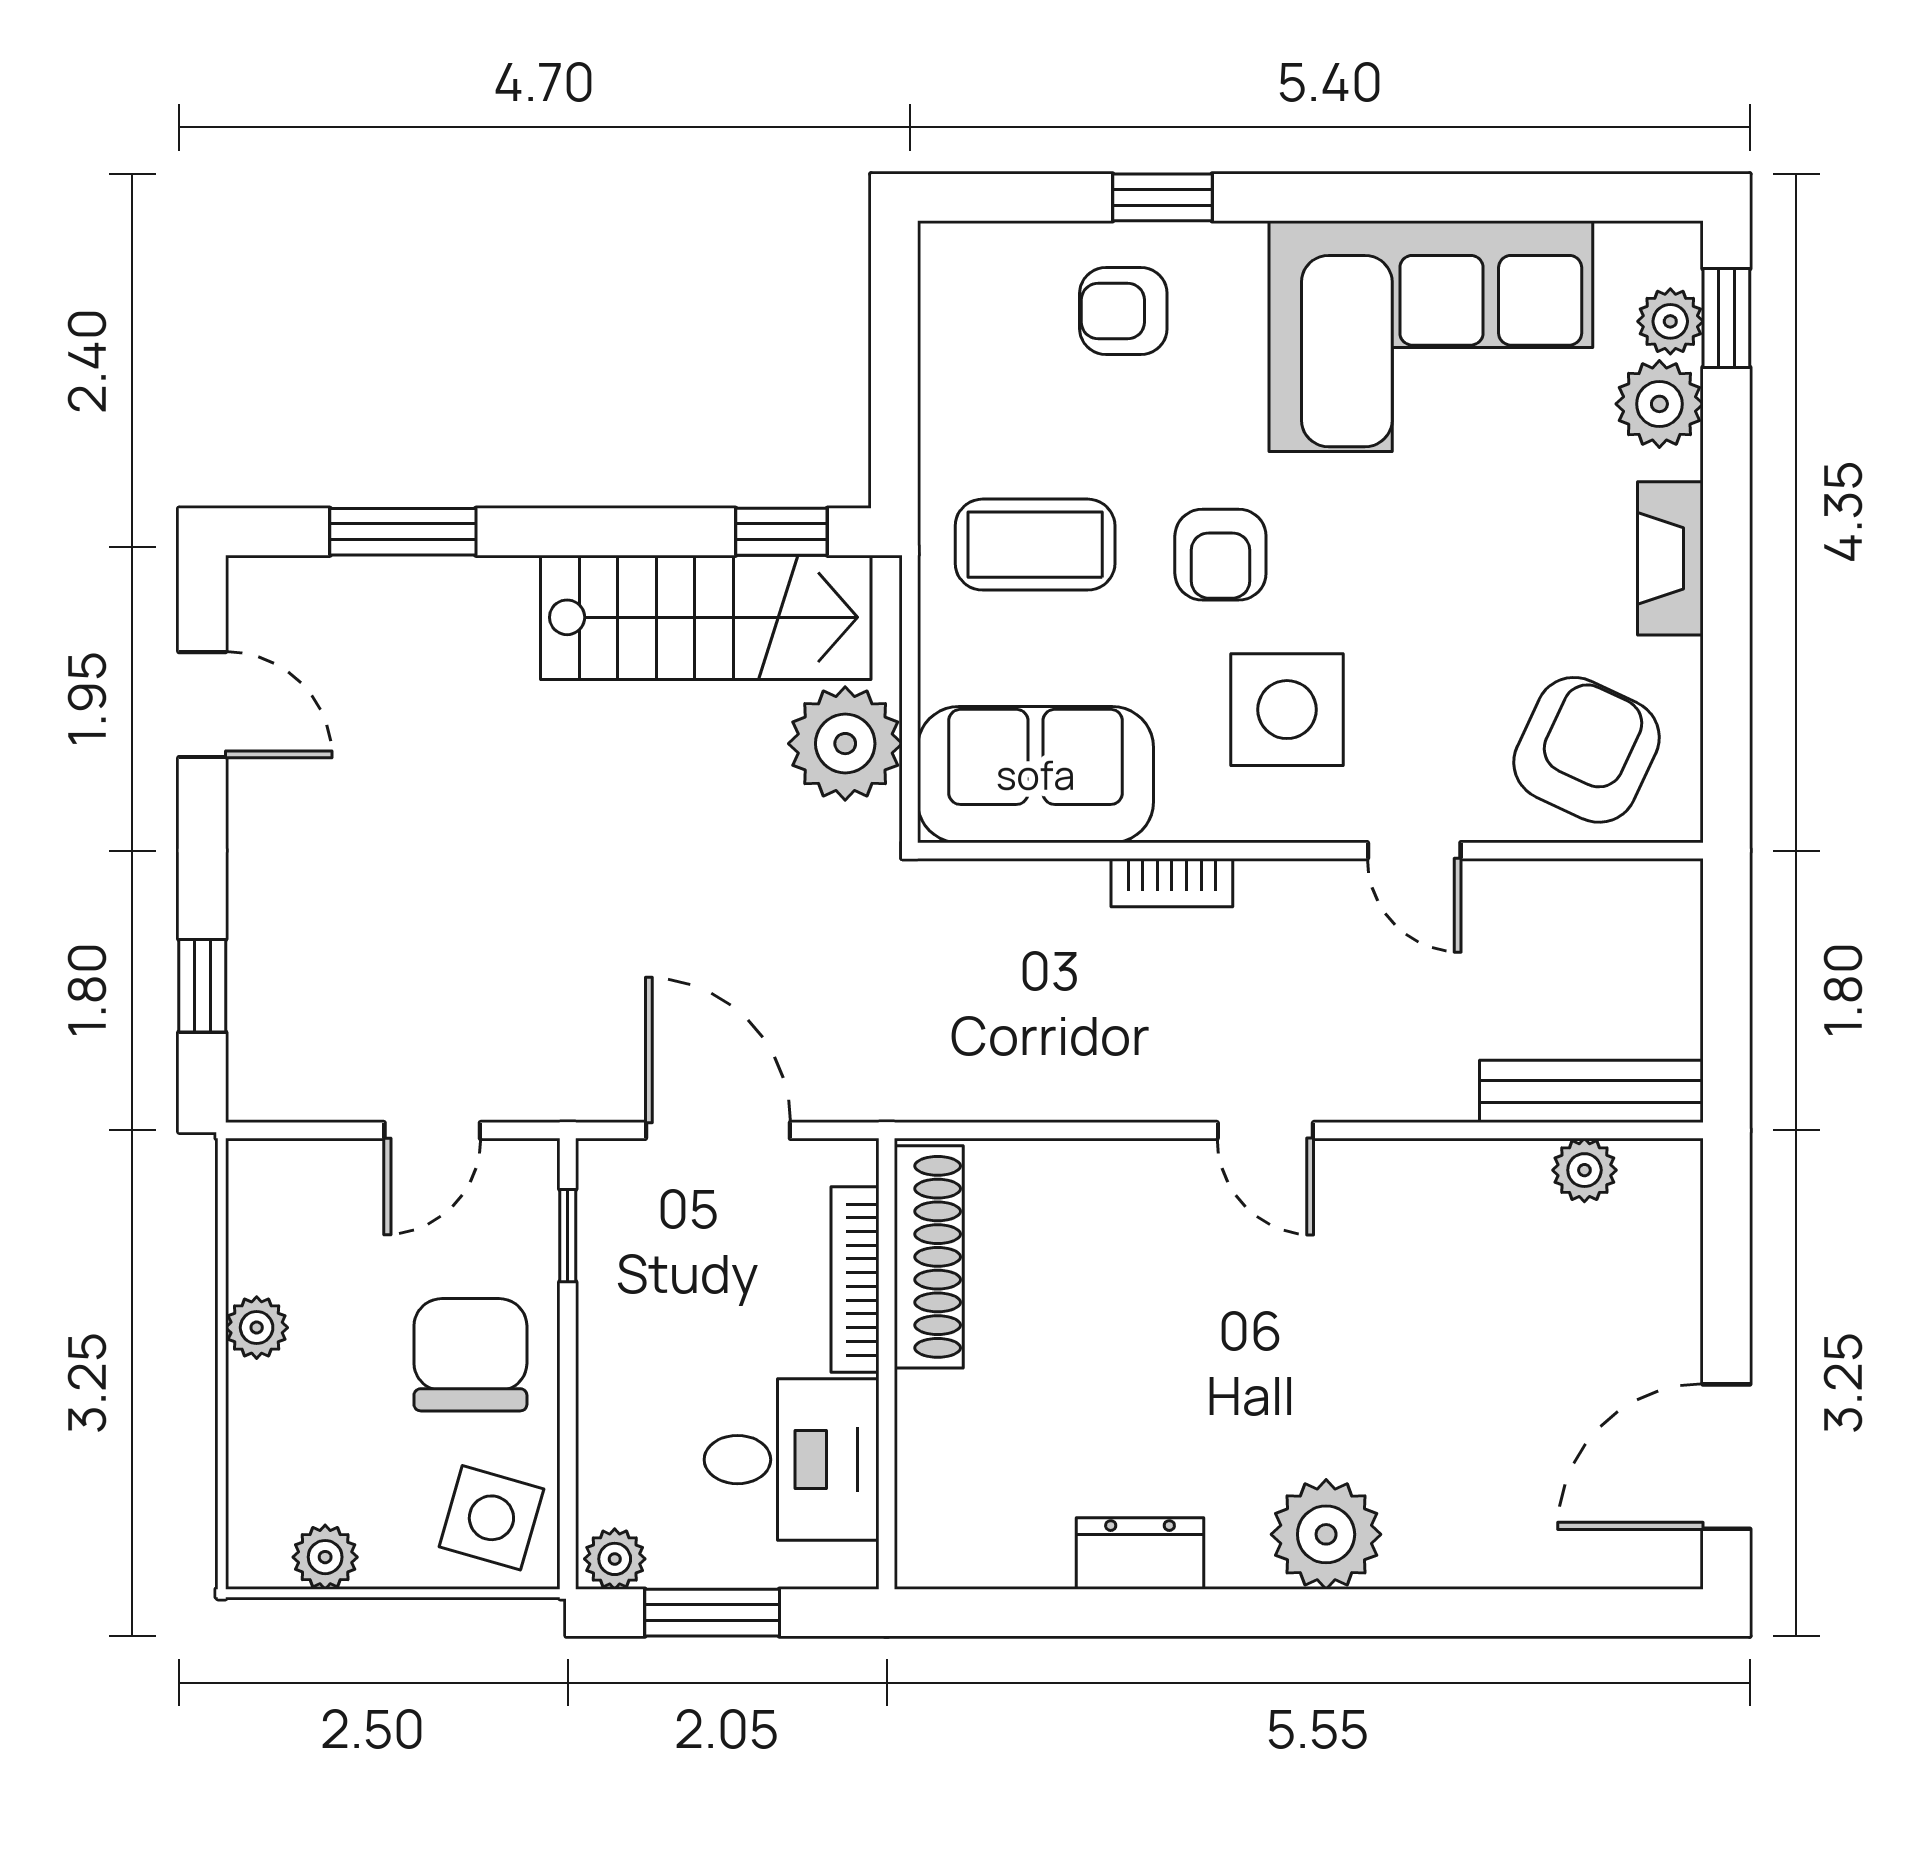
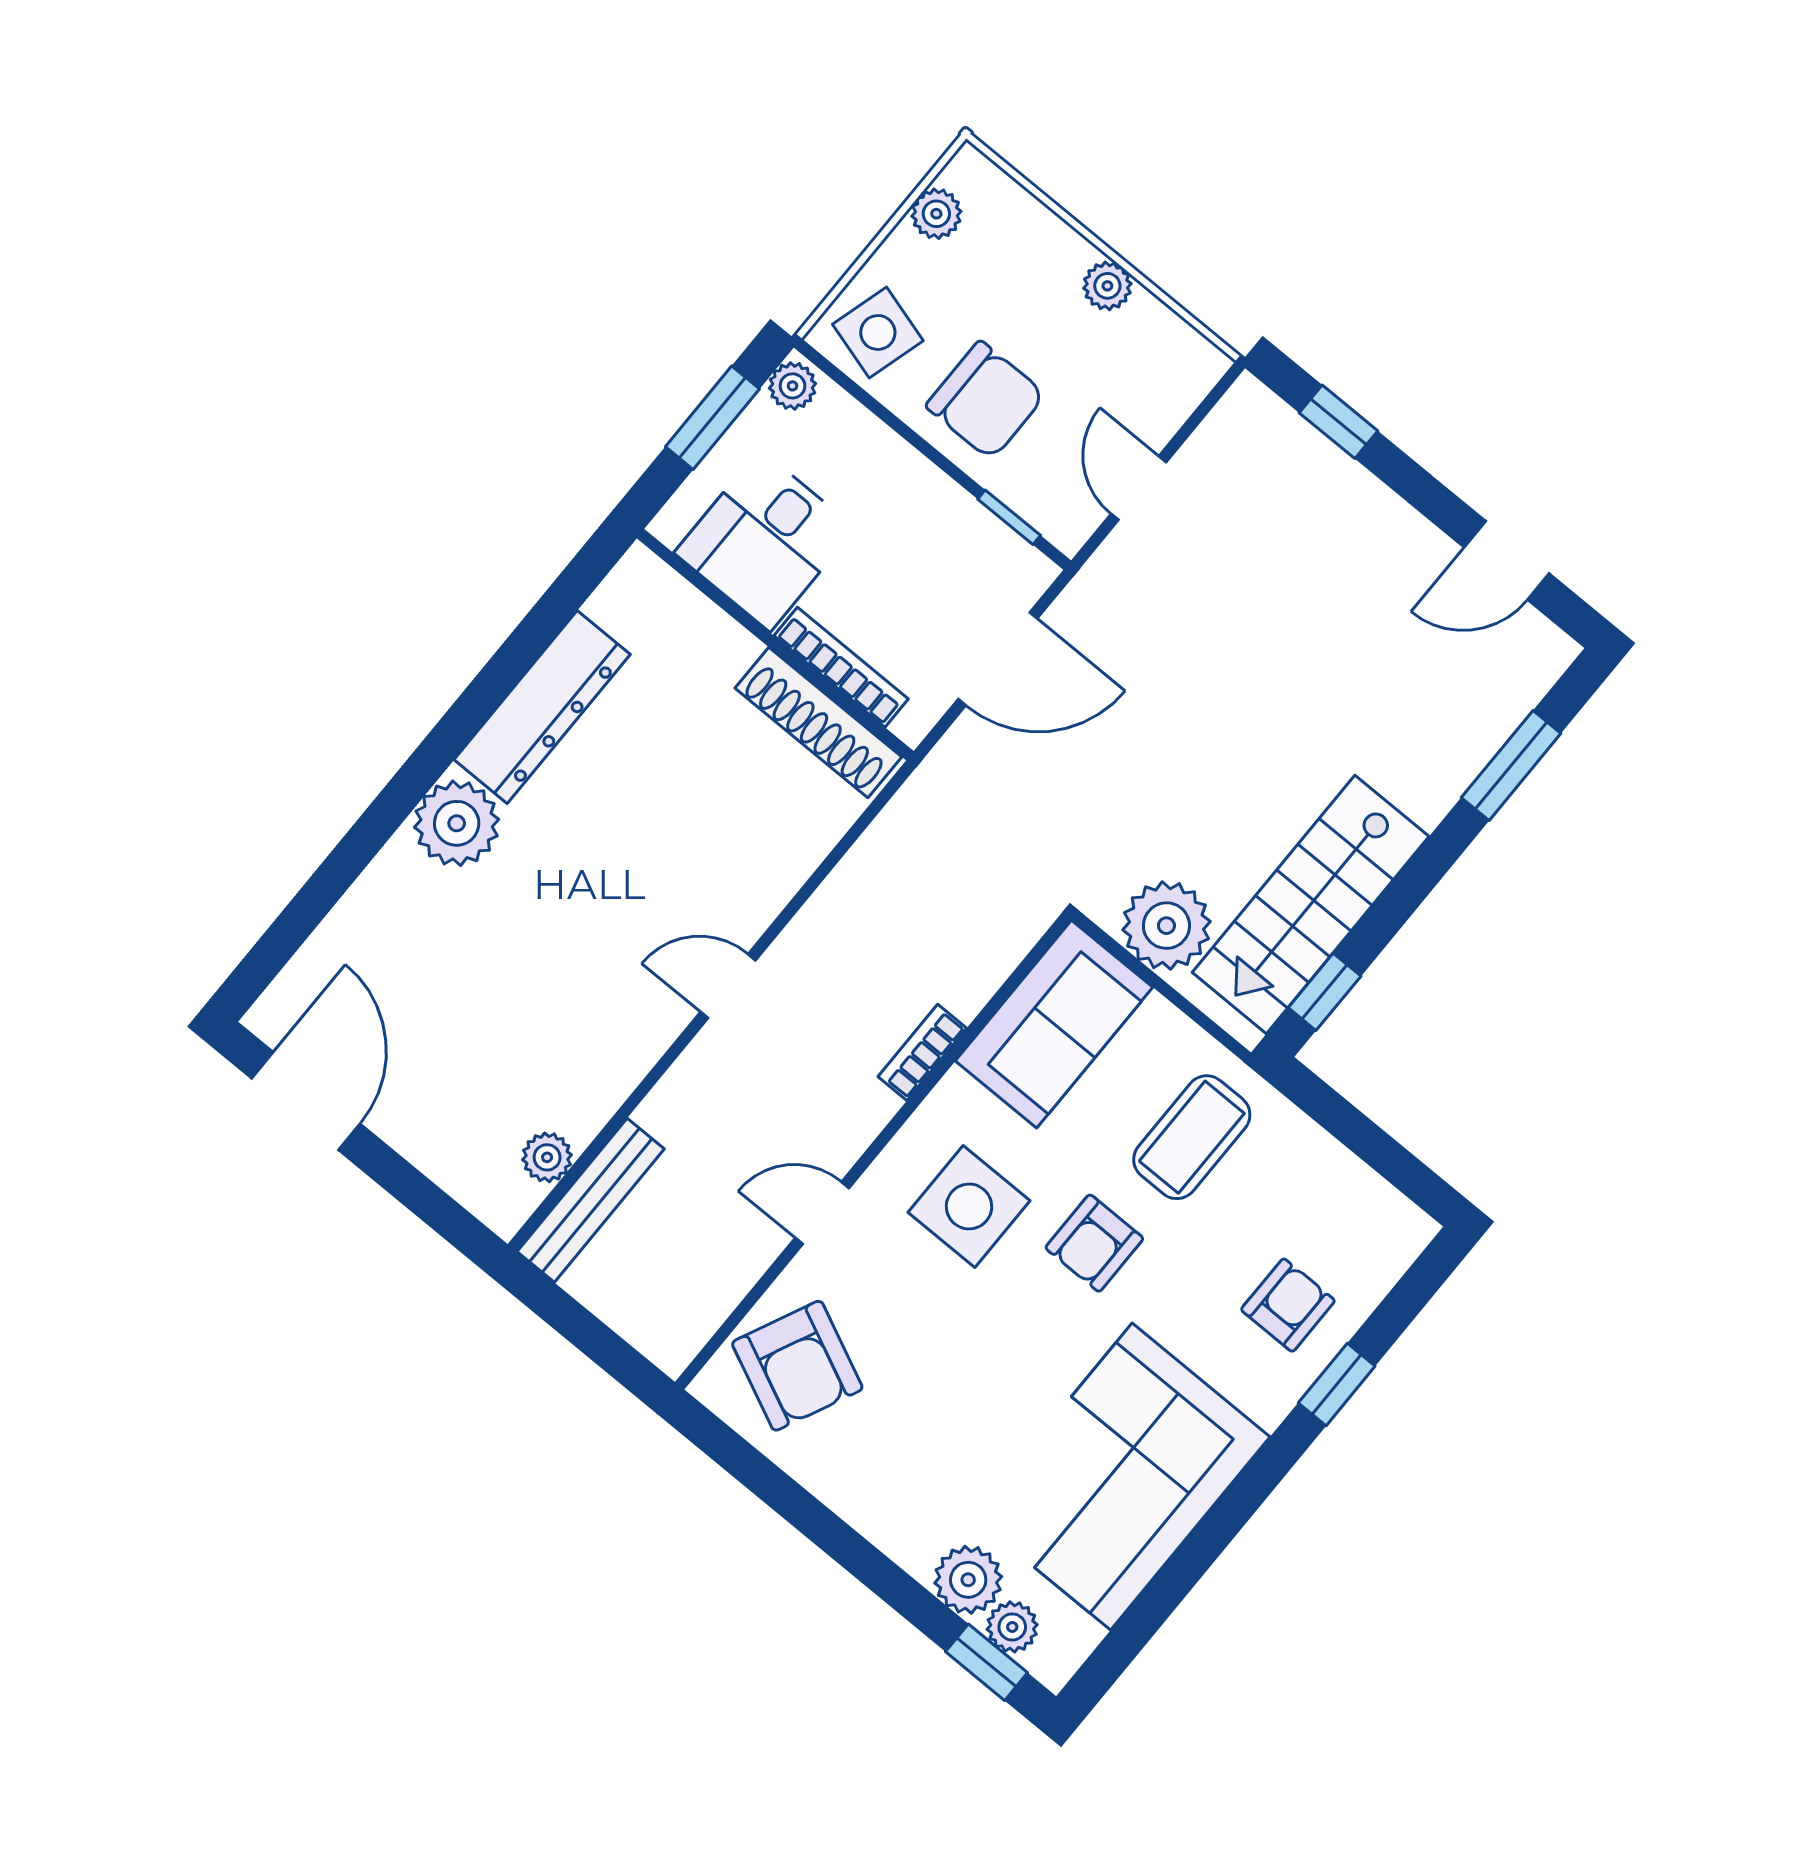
armchair: (1220, 555) -> (1094, 1243), turned -90
fireplace: (1670, 558) -> (870, 1510), removed
dresser: (1140, 1553) -> (542, 707), width x1.96, depth x1.24

